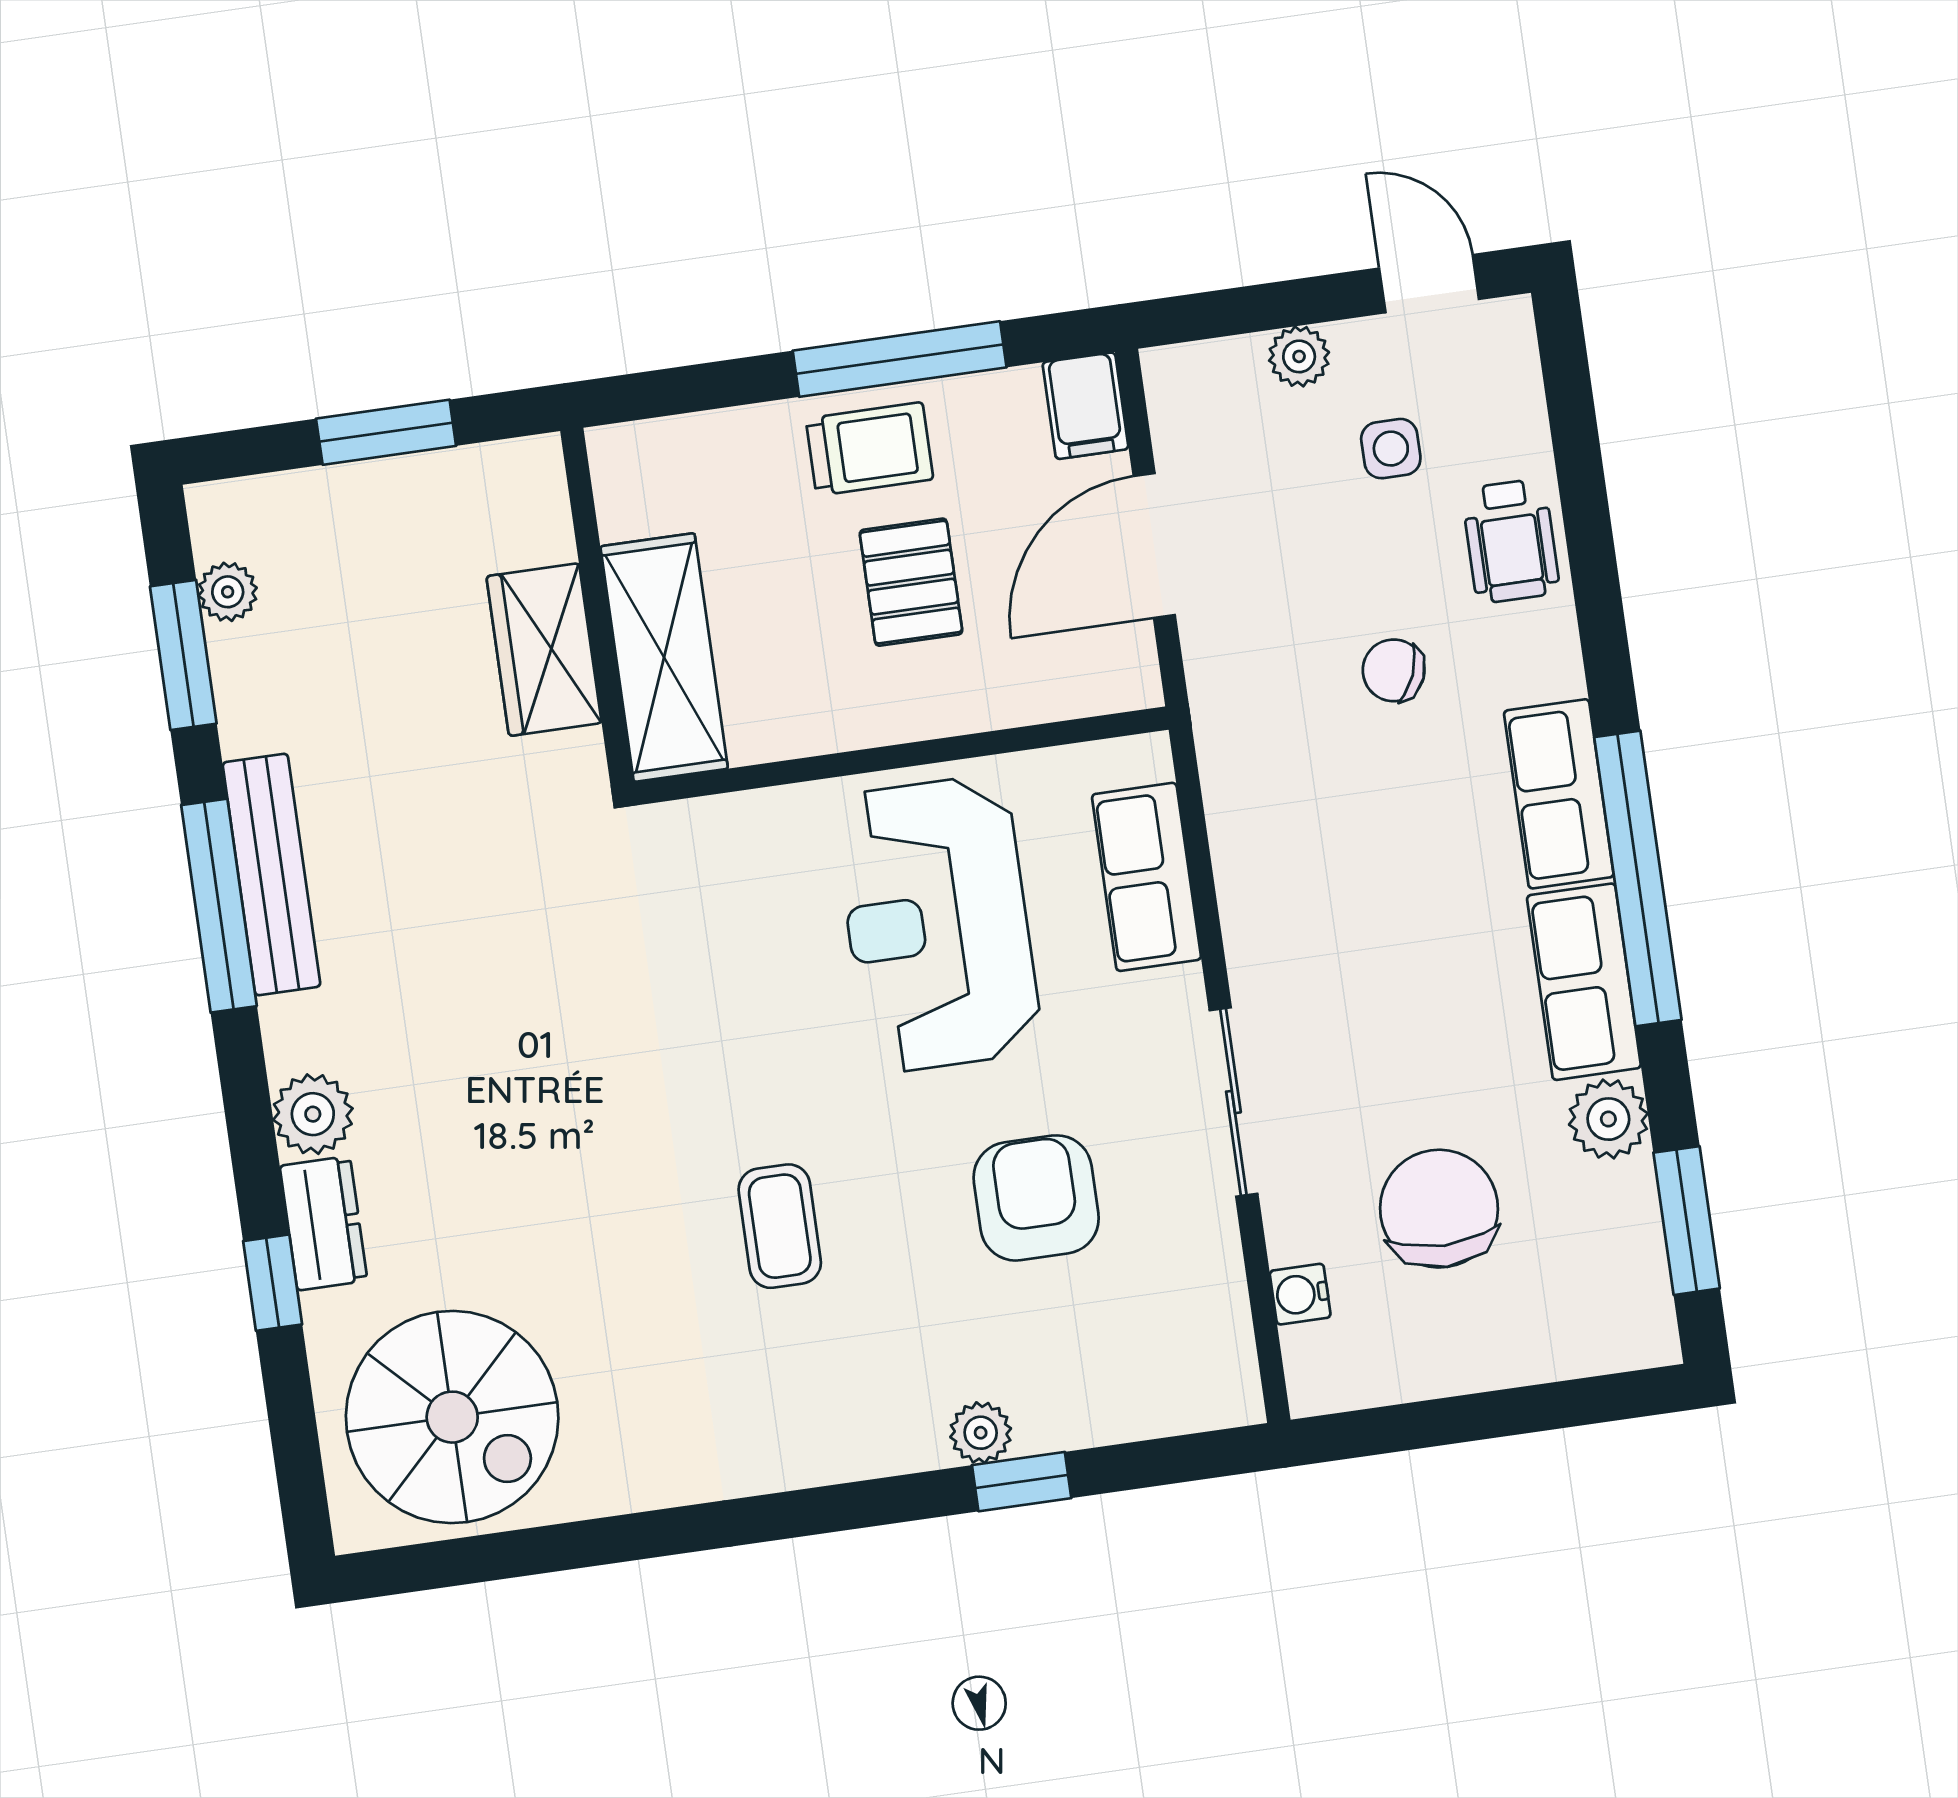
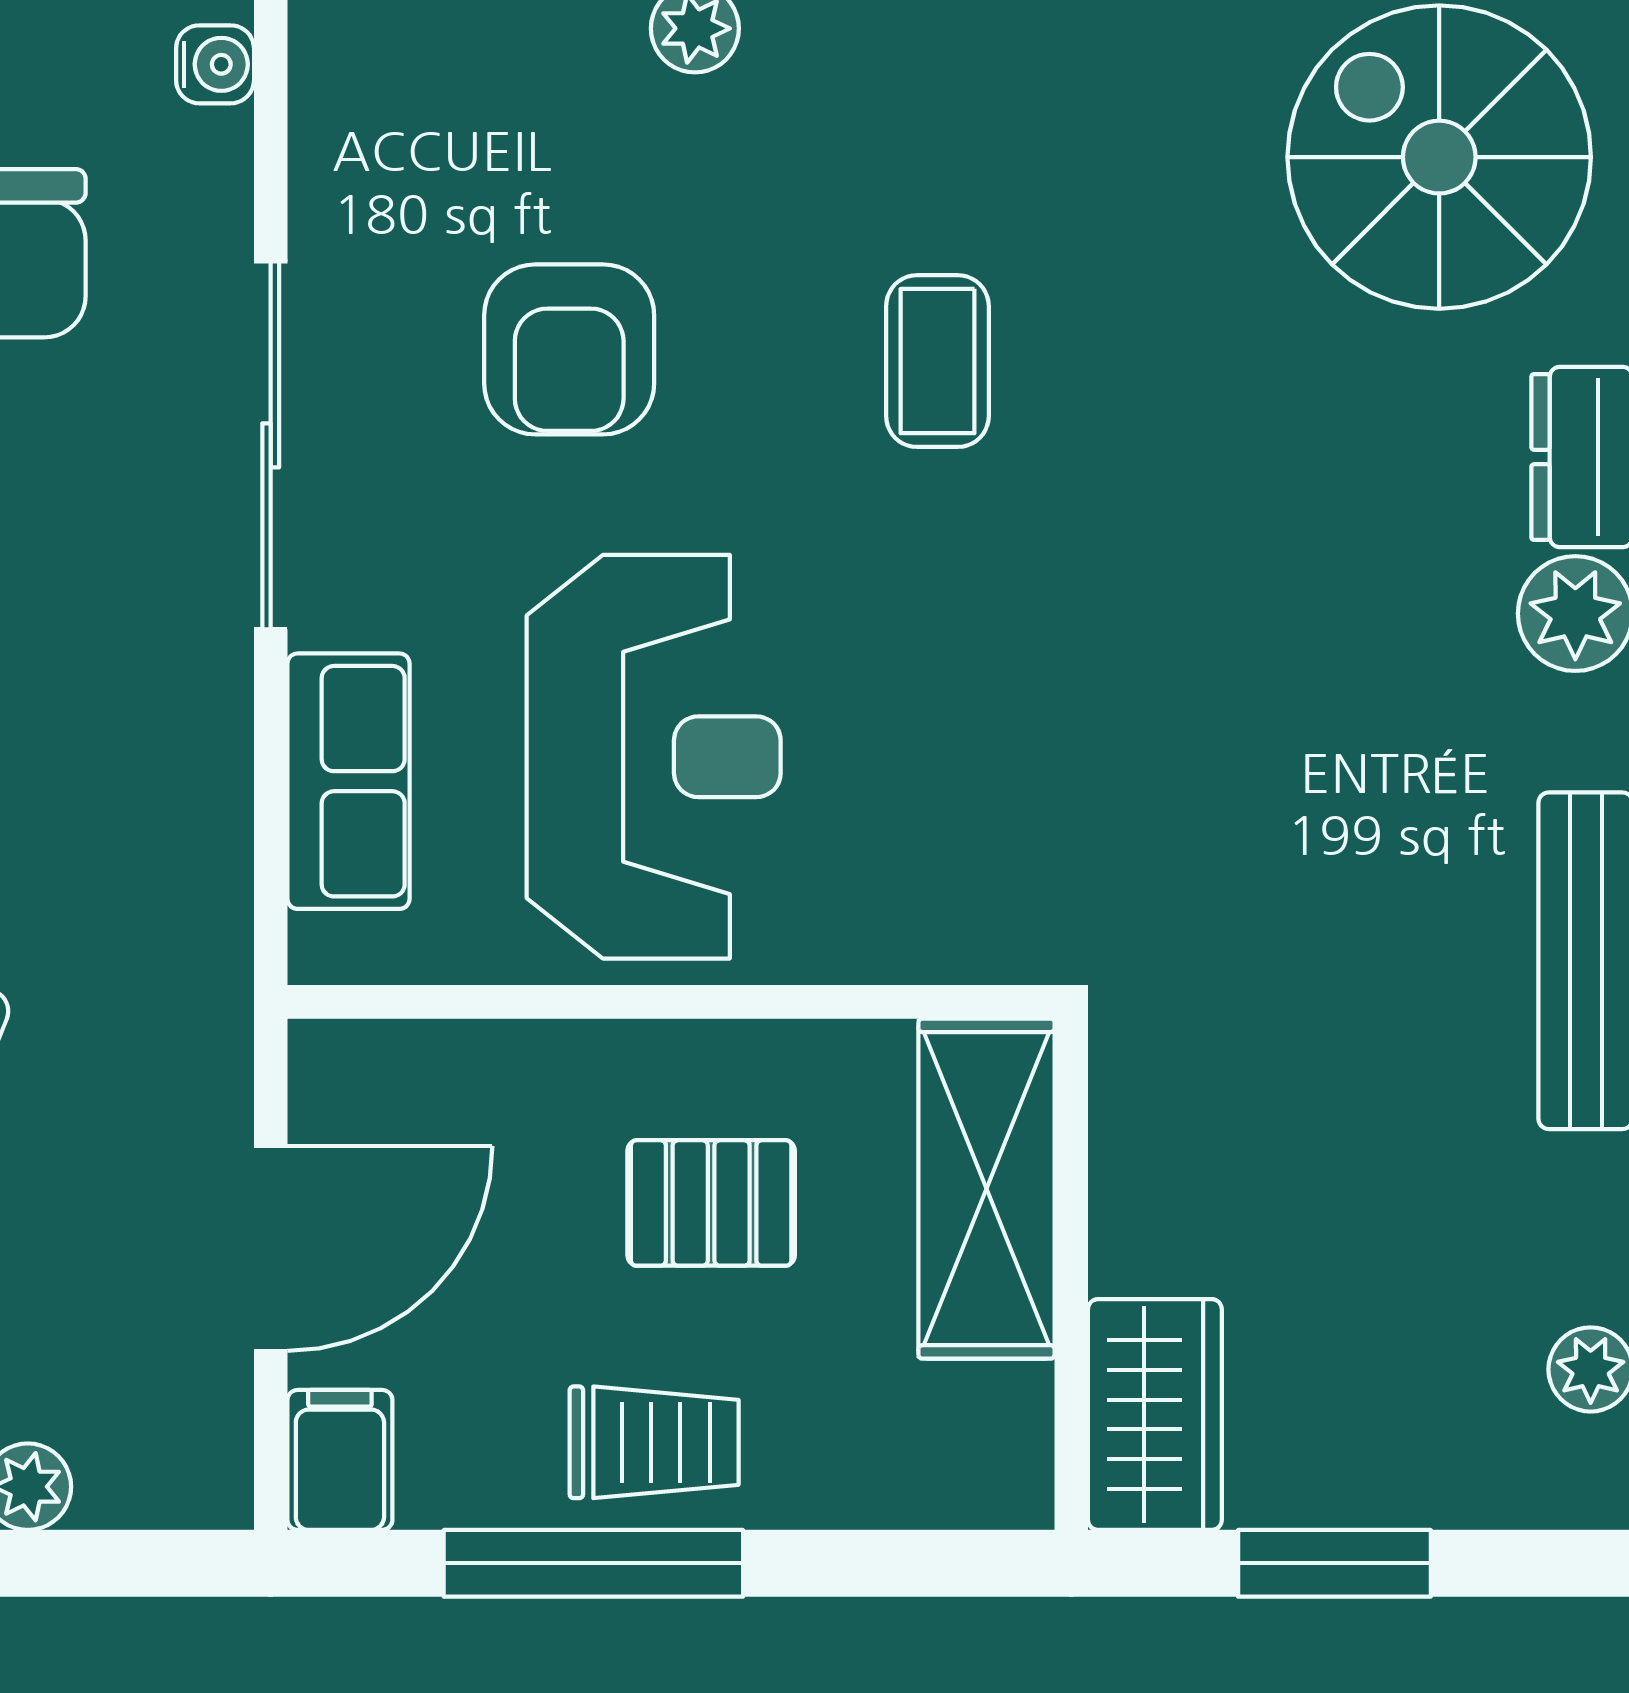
trolley: (869, 449) -> (654, 1442), turned 180
pallet: (911, 582) -> (711, 1203), moved, turned 90
wardrobe: (544, 650) -> (1155, 1415), moved
sliding door: (1233, 1102) -> (271, 445), width x1.37
water cooler: (1300, 1294) -> (215, 64), moved

